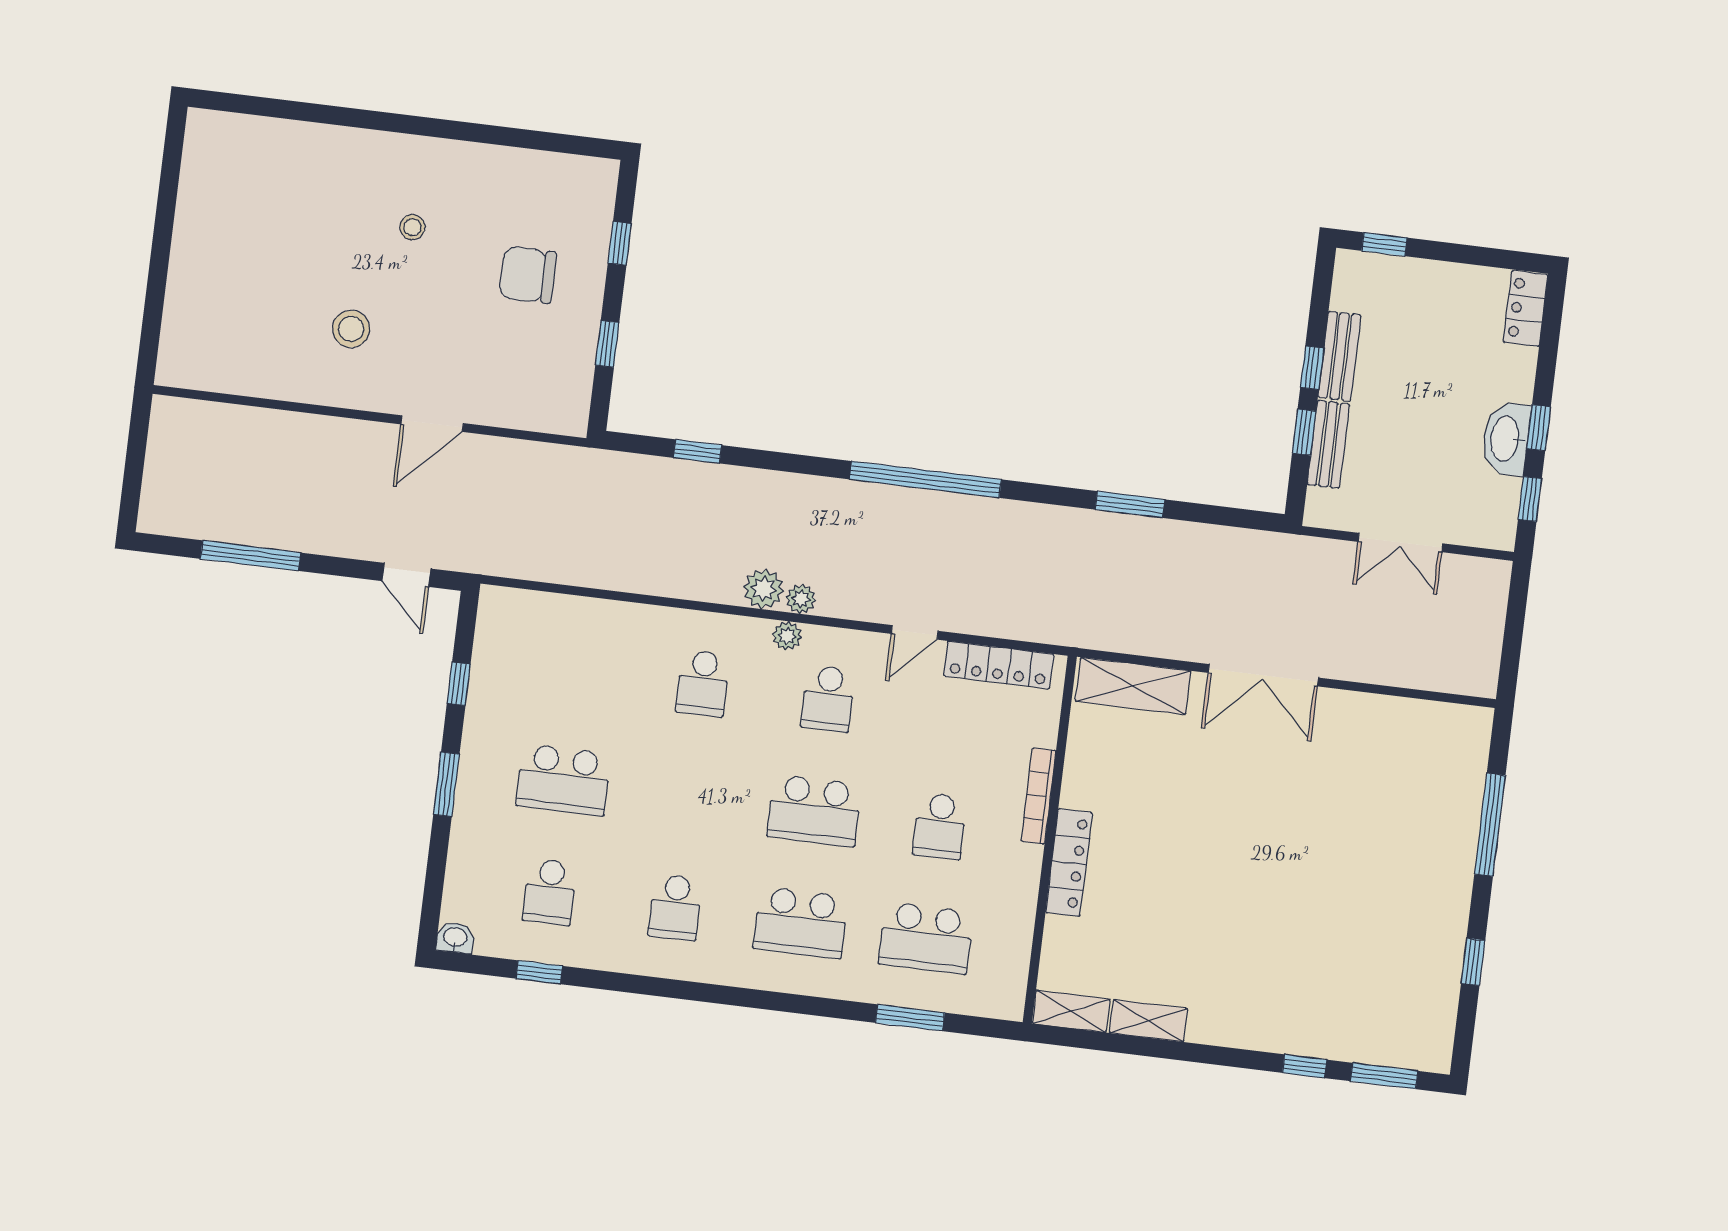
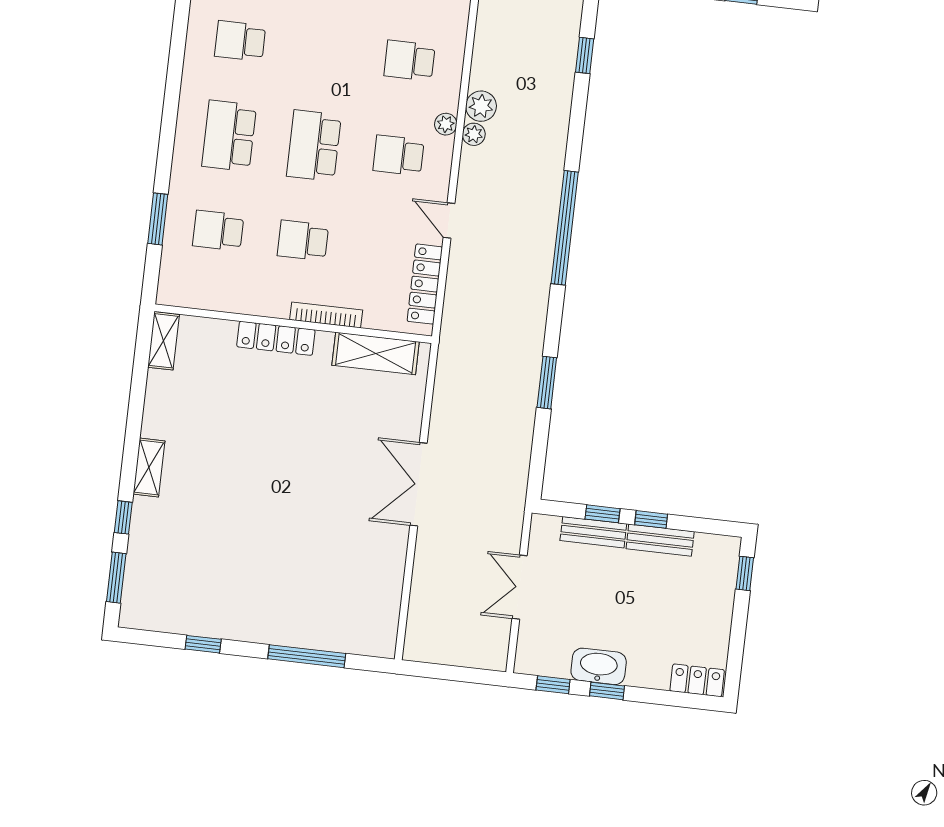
shelving: (1133, 686) -> (376, 353), moved, turned 90
school desk: (926, 938) -> (218, 231), width x0.54
shelving: (1148, 1021) -> (149, 467), moved

